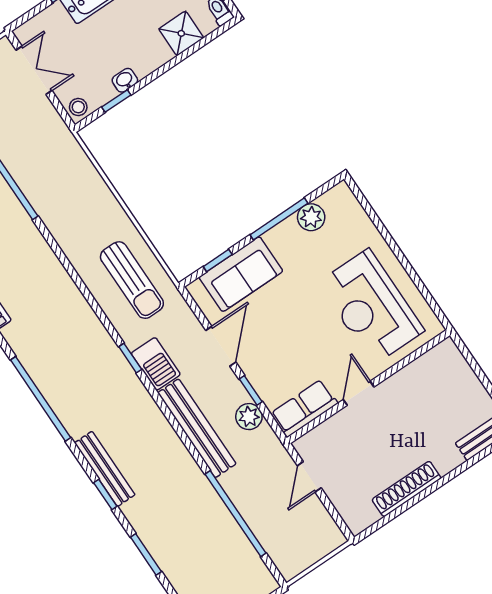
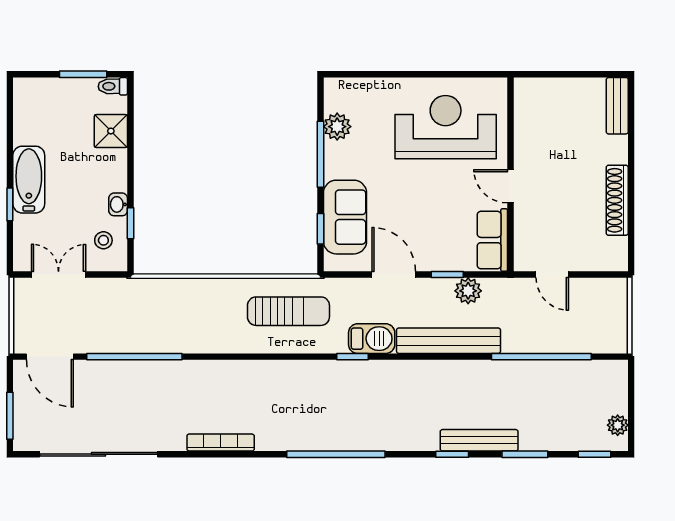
stool: (78, 107) -> (103, 240), moved
reception desk: (371, 307) -> (446, 127), turned 180
bench: (105, 469) -> (479, 440), moved

